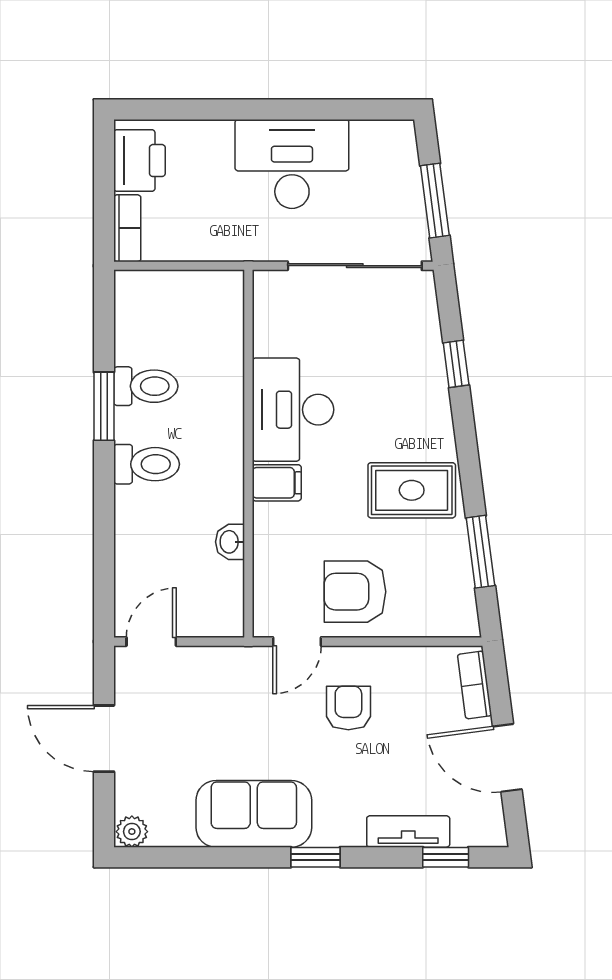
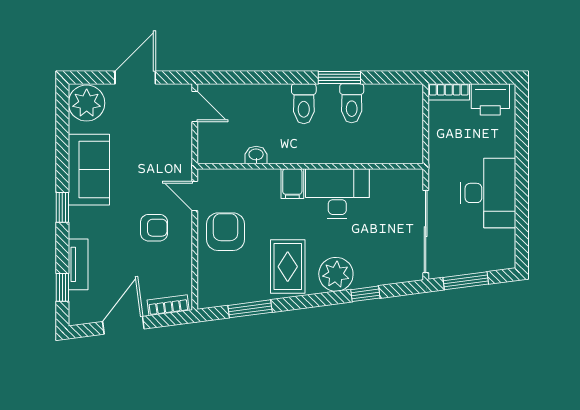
plant: (424, 412) -> (336, 274), added
plant: (132, 832) -> (87, 103), width x1.87, depth x1.87

